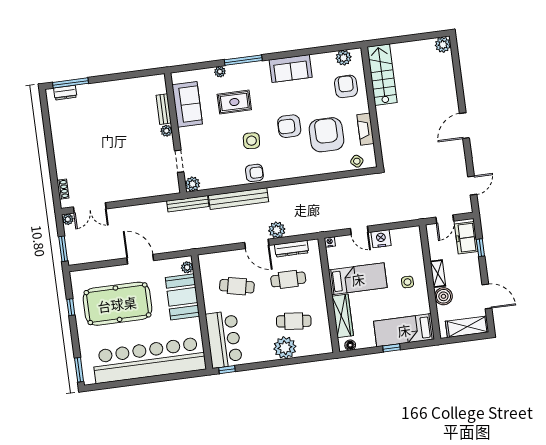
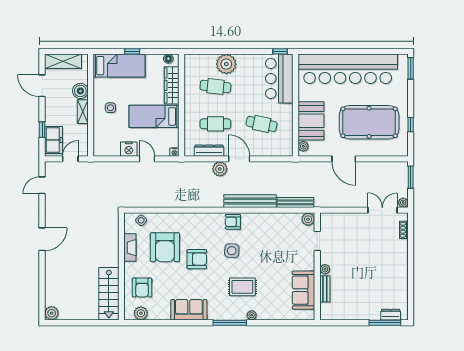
sofa: (187, 104) -> (304, 290), moved
bench: (164, 109) -> (325, 289), moved
plant: (166, 131) -> (325, 269), moved
wall: (175, 133) -> (317, 266), moved
doorway: (179, 161) -> (317, 241), moved
plant: (193, 184) -> (308, 219), moved

